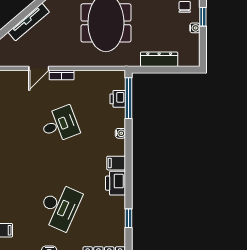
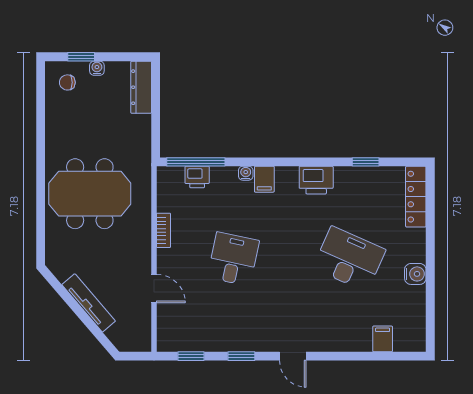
dresser: (159, 59) -> (141, 87), moved
bookcase: (62, 75) -> (163, 230), moved
desk: (60, 124) -> (233, 259), turned 33
filing cabinet: (116, 163) -> (264, 179), moved

